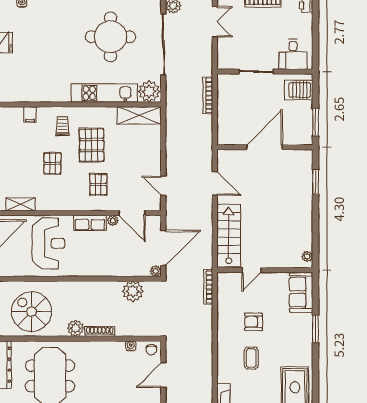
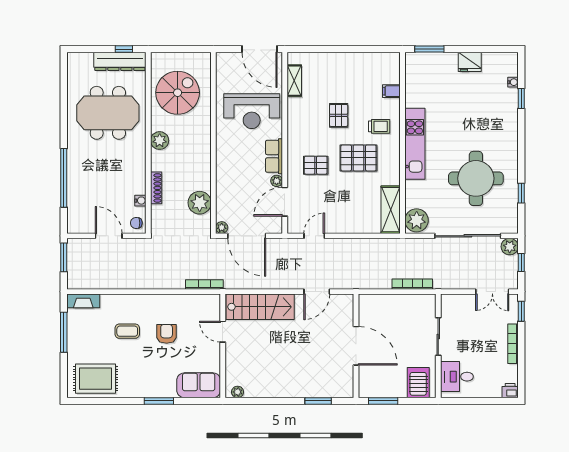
kitchen unit: (104, 93) -> (415, 144), moved
pallet: (52, 163) -> (339, 115), turned 90
shoe rack: (100, 331) -> (156, 188), moved

